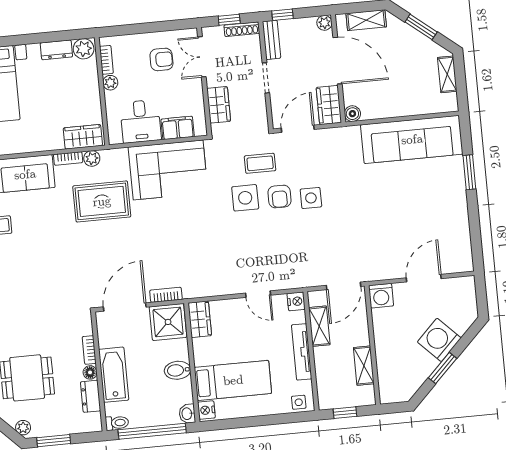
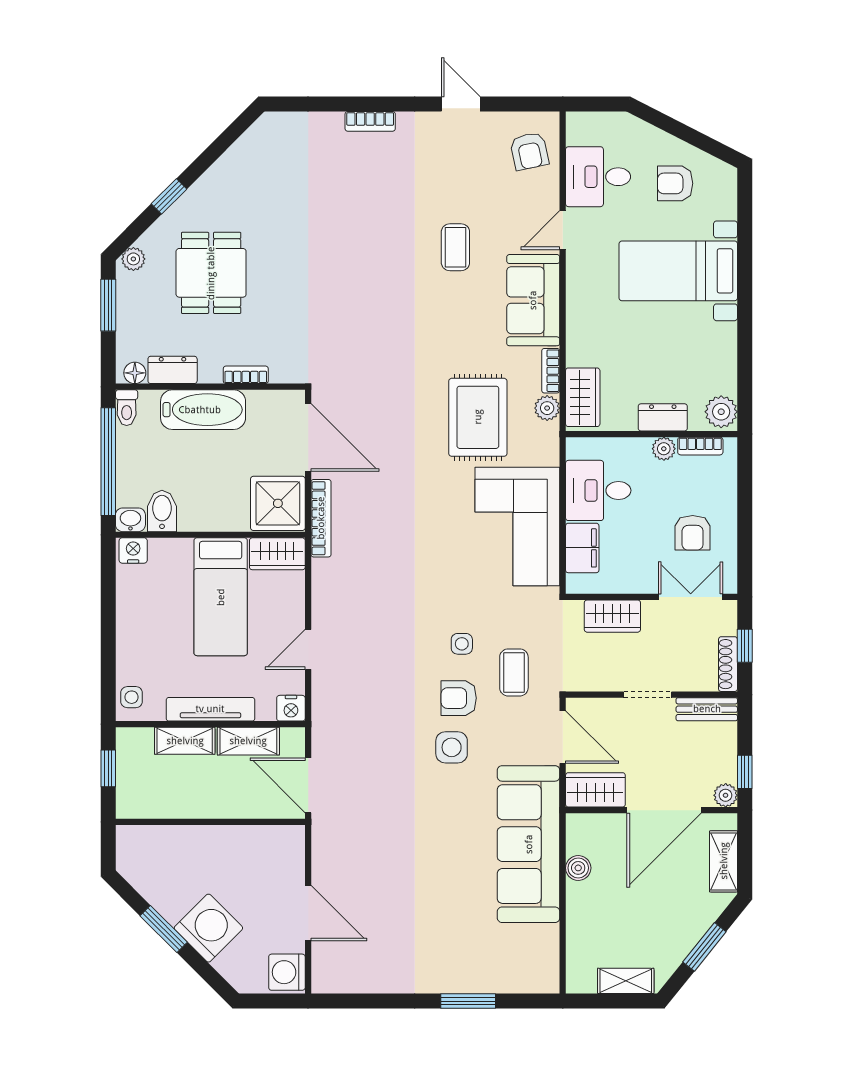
window: (282, 15) -> (745, 772), moved
dresser: (56, 50) -> (663, 417), moved, turned 90
boiler: (352, 114) -> (578, 868), moved
sofa: (412, 139) -> (529, 844), moved
side table: (245, 198) -> (462, 644), width x0.54, depth x0.54
bookcase: (166, 295) -> (321, 518), width x1.56
washing machine: (381, 296) -> (287, 972), moved
shelving: (364, 366) -> (185, 741), moved
bidet: (178, 370) -> (162, 511), moved
floor lamp: (90, 372) -> (135, 373), moved
bed: (233, 380) -> (221, 597), moved

